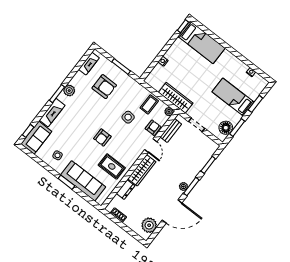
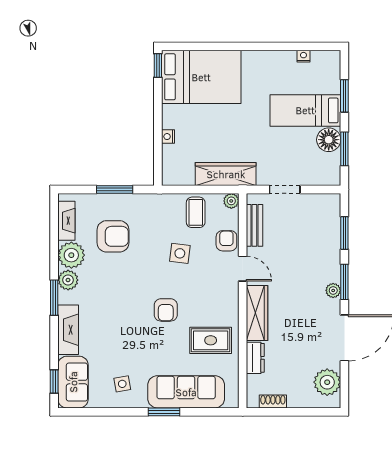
bed: (202, 42) -> (201, 77), width x1.50
plant: (79, 81) -> (71, 255), added
floor lamp: (226, 128) -> (329, 140), moved

